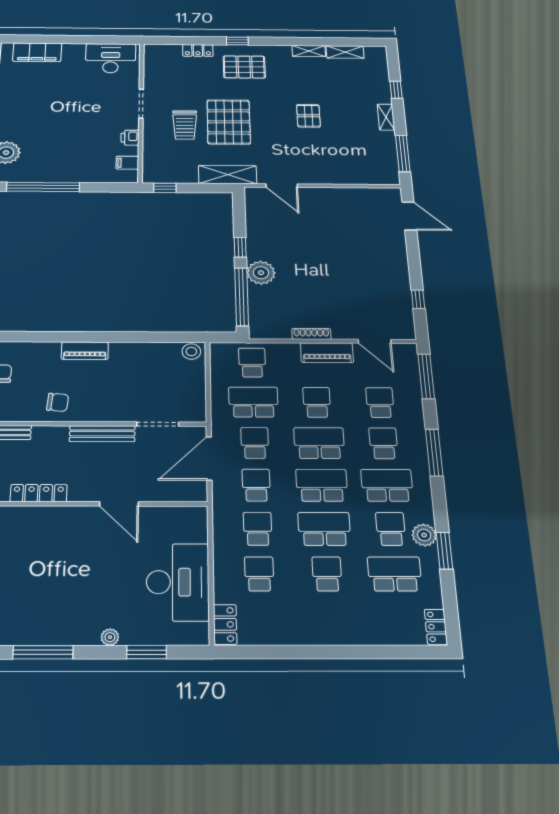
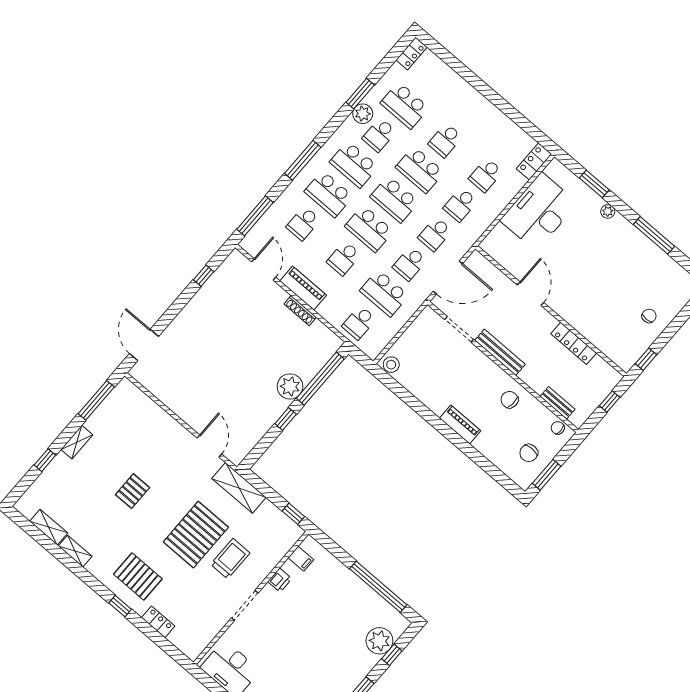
school desk: (383, 443) -> (329, 194), width x1.85

